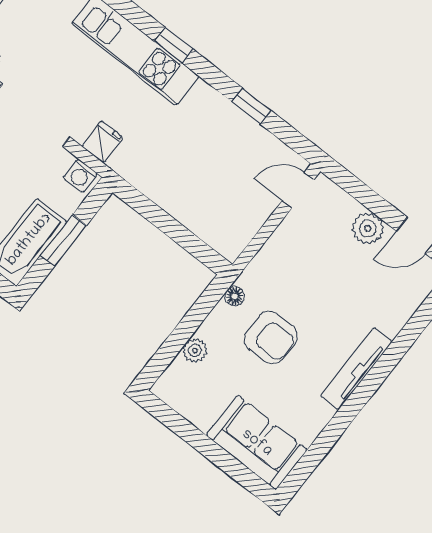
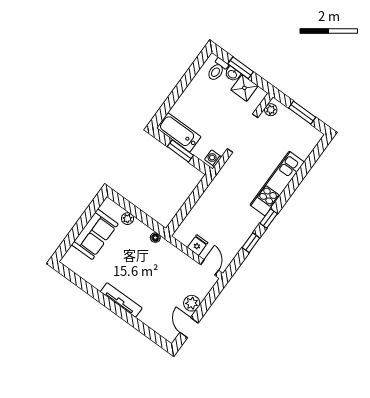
window: (174, 45) -> (269, 219), moved
fridge: (102, 142) -> (198, 245), moved, turned -90
armchair: (271, 338) -> (135, 257), removed
sofa: (257, 443) -> (95, 234), moved

